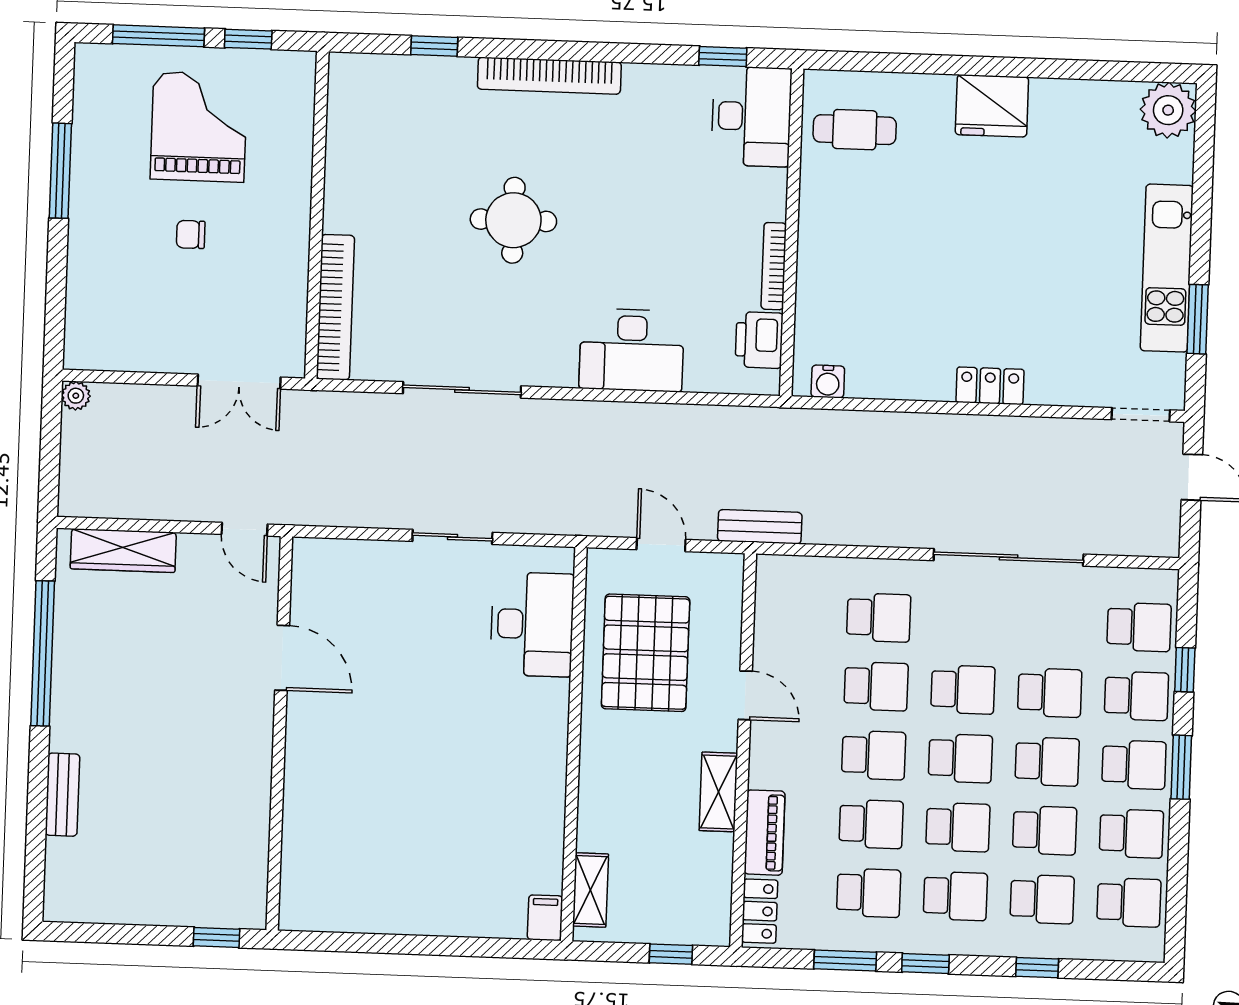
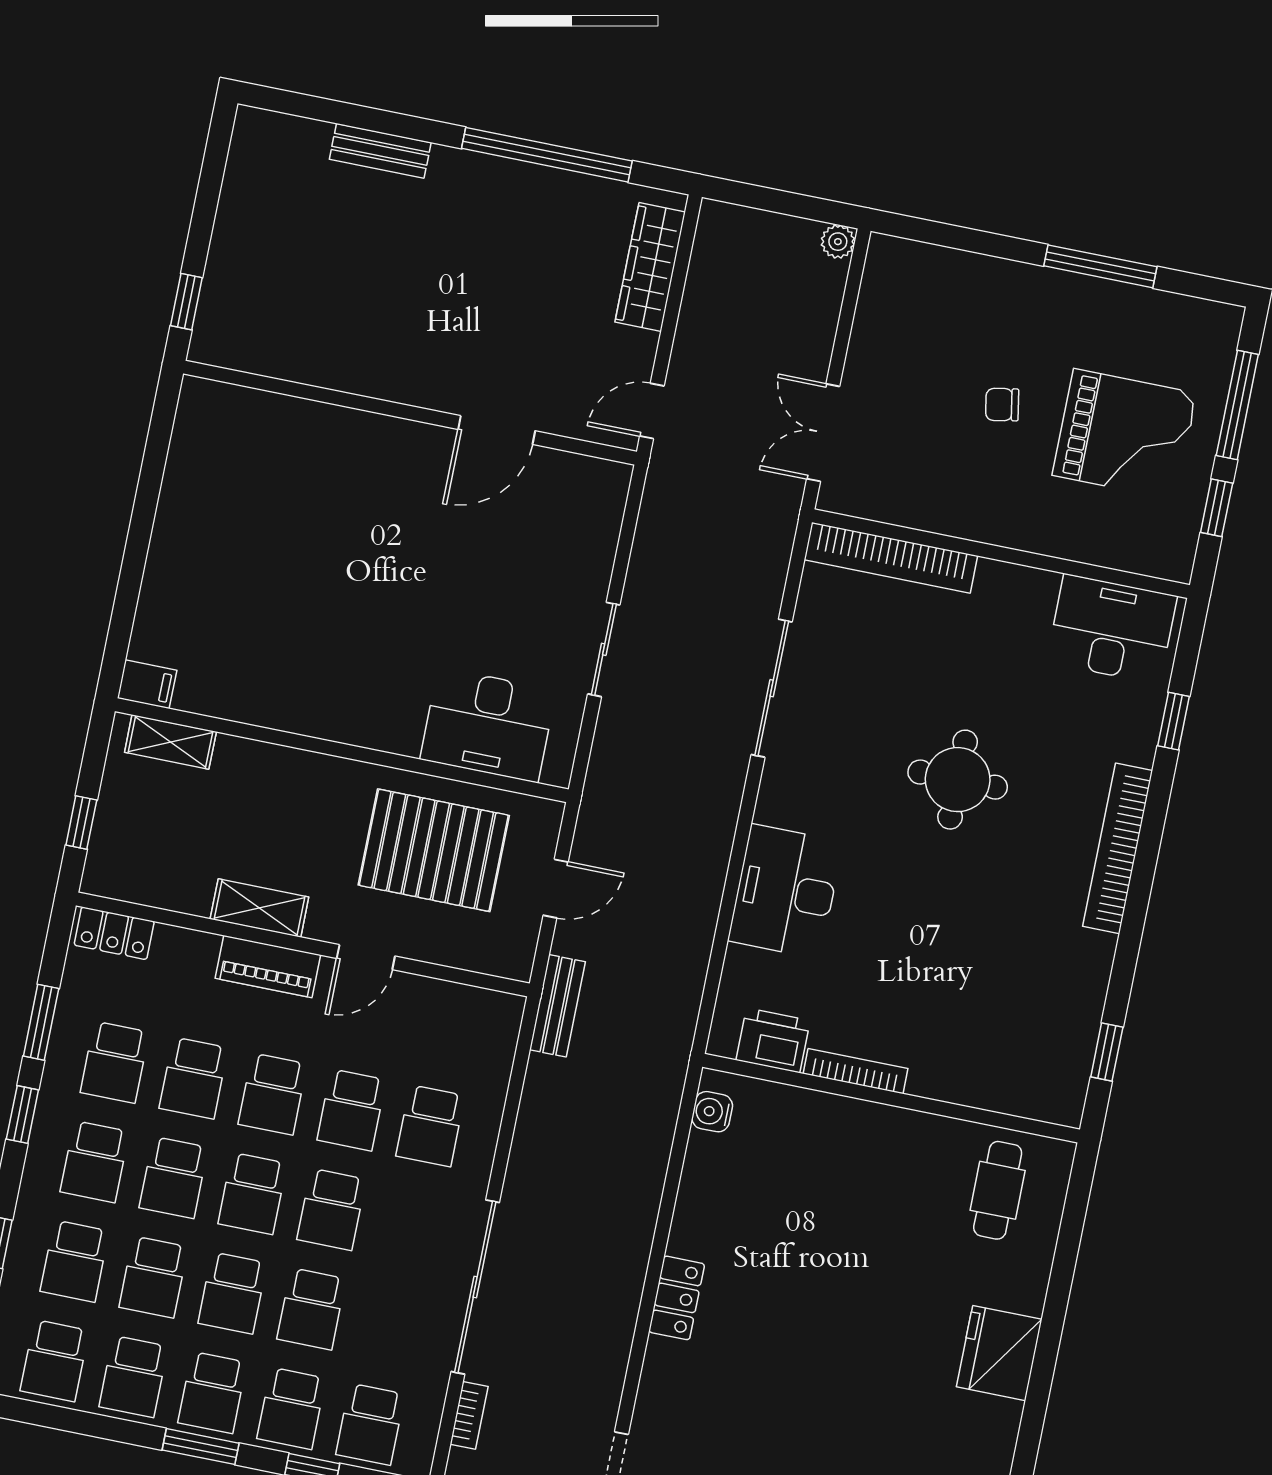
desk: (751, 116) -> (1112, 629), moved, turned 180
chair: (191, 234) -> (1002, 405), turned -100
bookcase: (1118, 545) -> (469, 1415), added
piano: (765, 833) -> (268, 967), moved

